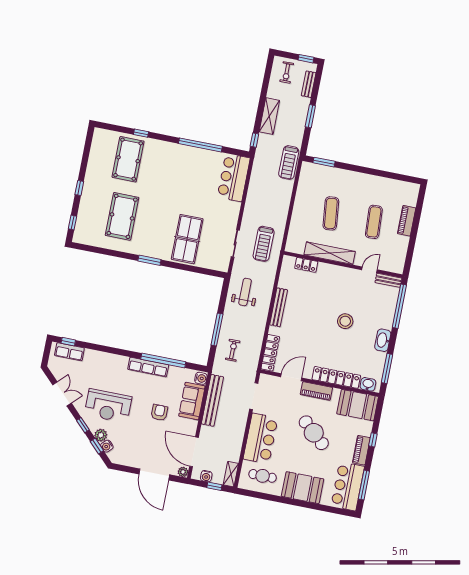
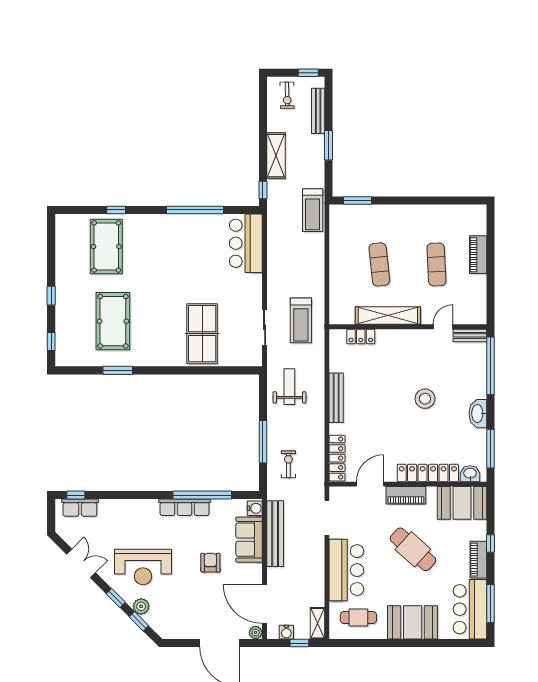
bench: (309, 84) -> (318, 111), width x1.36
window: (149, 260) -> (118, 370), moved
water cooler: (107, 446) -> (152, 619), removed

